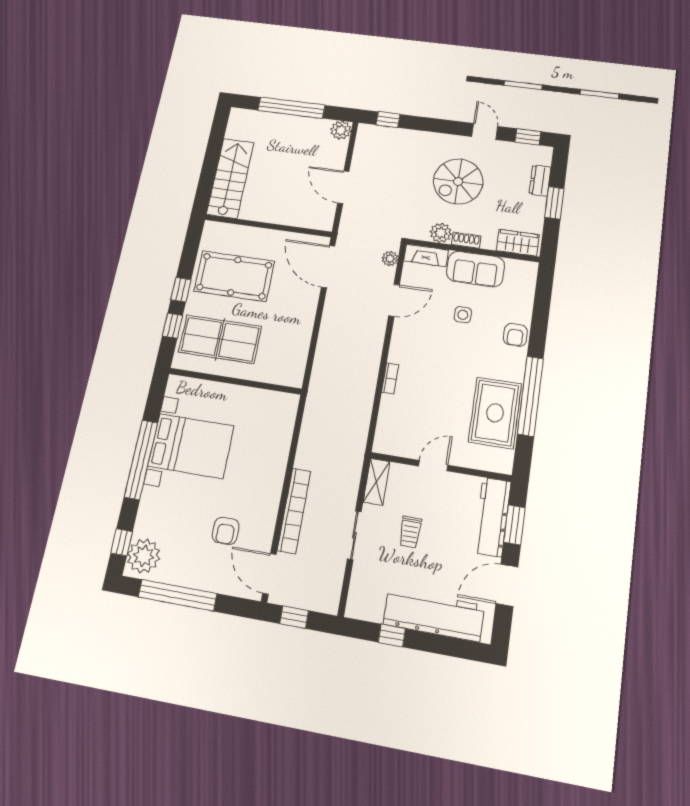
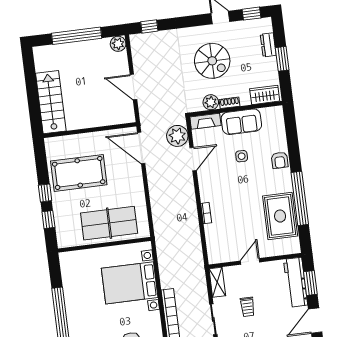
spiral stairs: (458, 181) -> (212, 61), turned -90
plant: (390, 259) -> (177, 136), width x1.88, depth x1.88
table tennis table: (220, 339) -> (109, 223), moved
bed with nightstands: (191, 446) -> (130, 283), moved, turned 180

